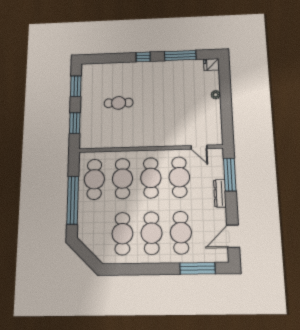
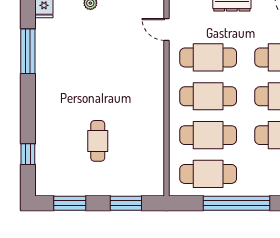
window: (143, 57) -> (28, 154), moved
door: (199, 147) -> (167, 29), swing flipped

